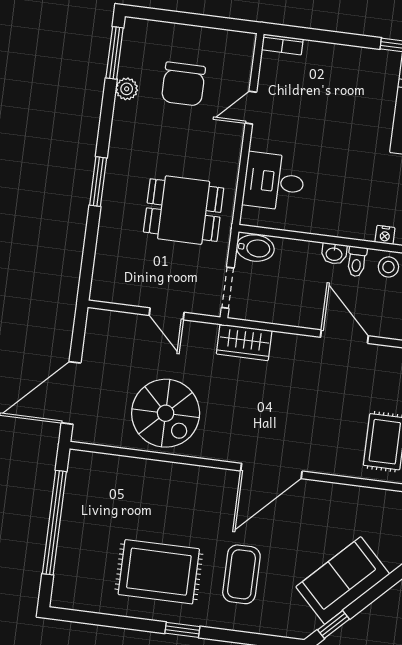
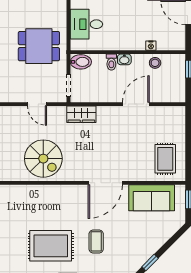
toilet: (357, 261) -> (111, 62), moved
door: (344, 337) -> (136, 104), hinge flipped
coffee table: (241, 574) -> (96, 241), width x0.73, depth x0.77
sofa: (343, 580) -> (152, 198), moved, turned -135

